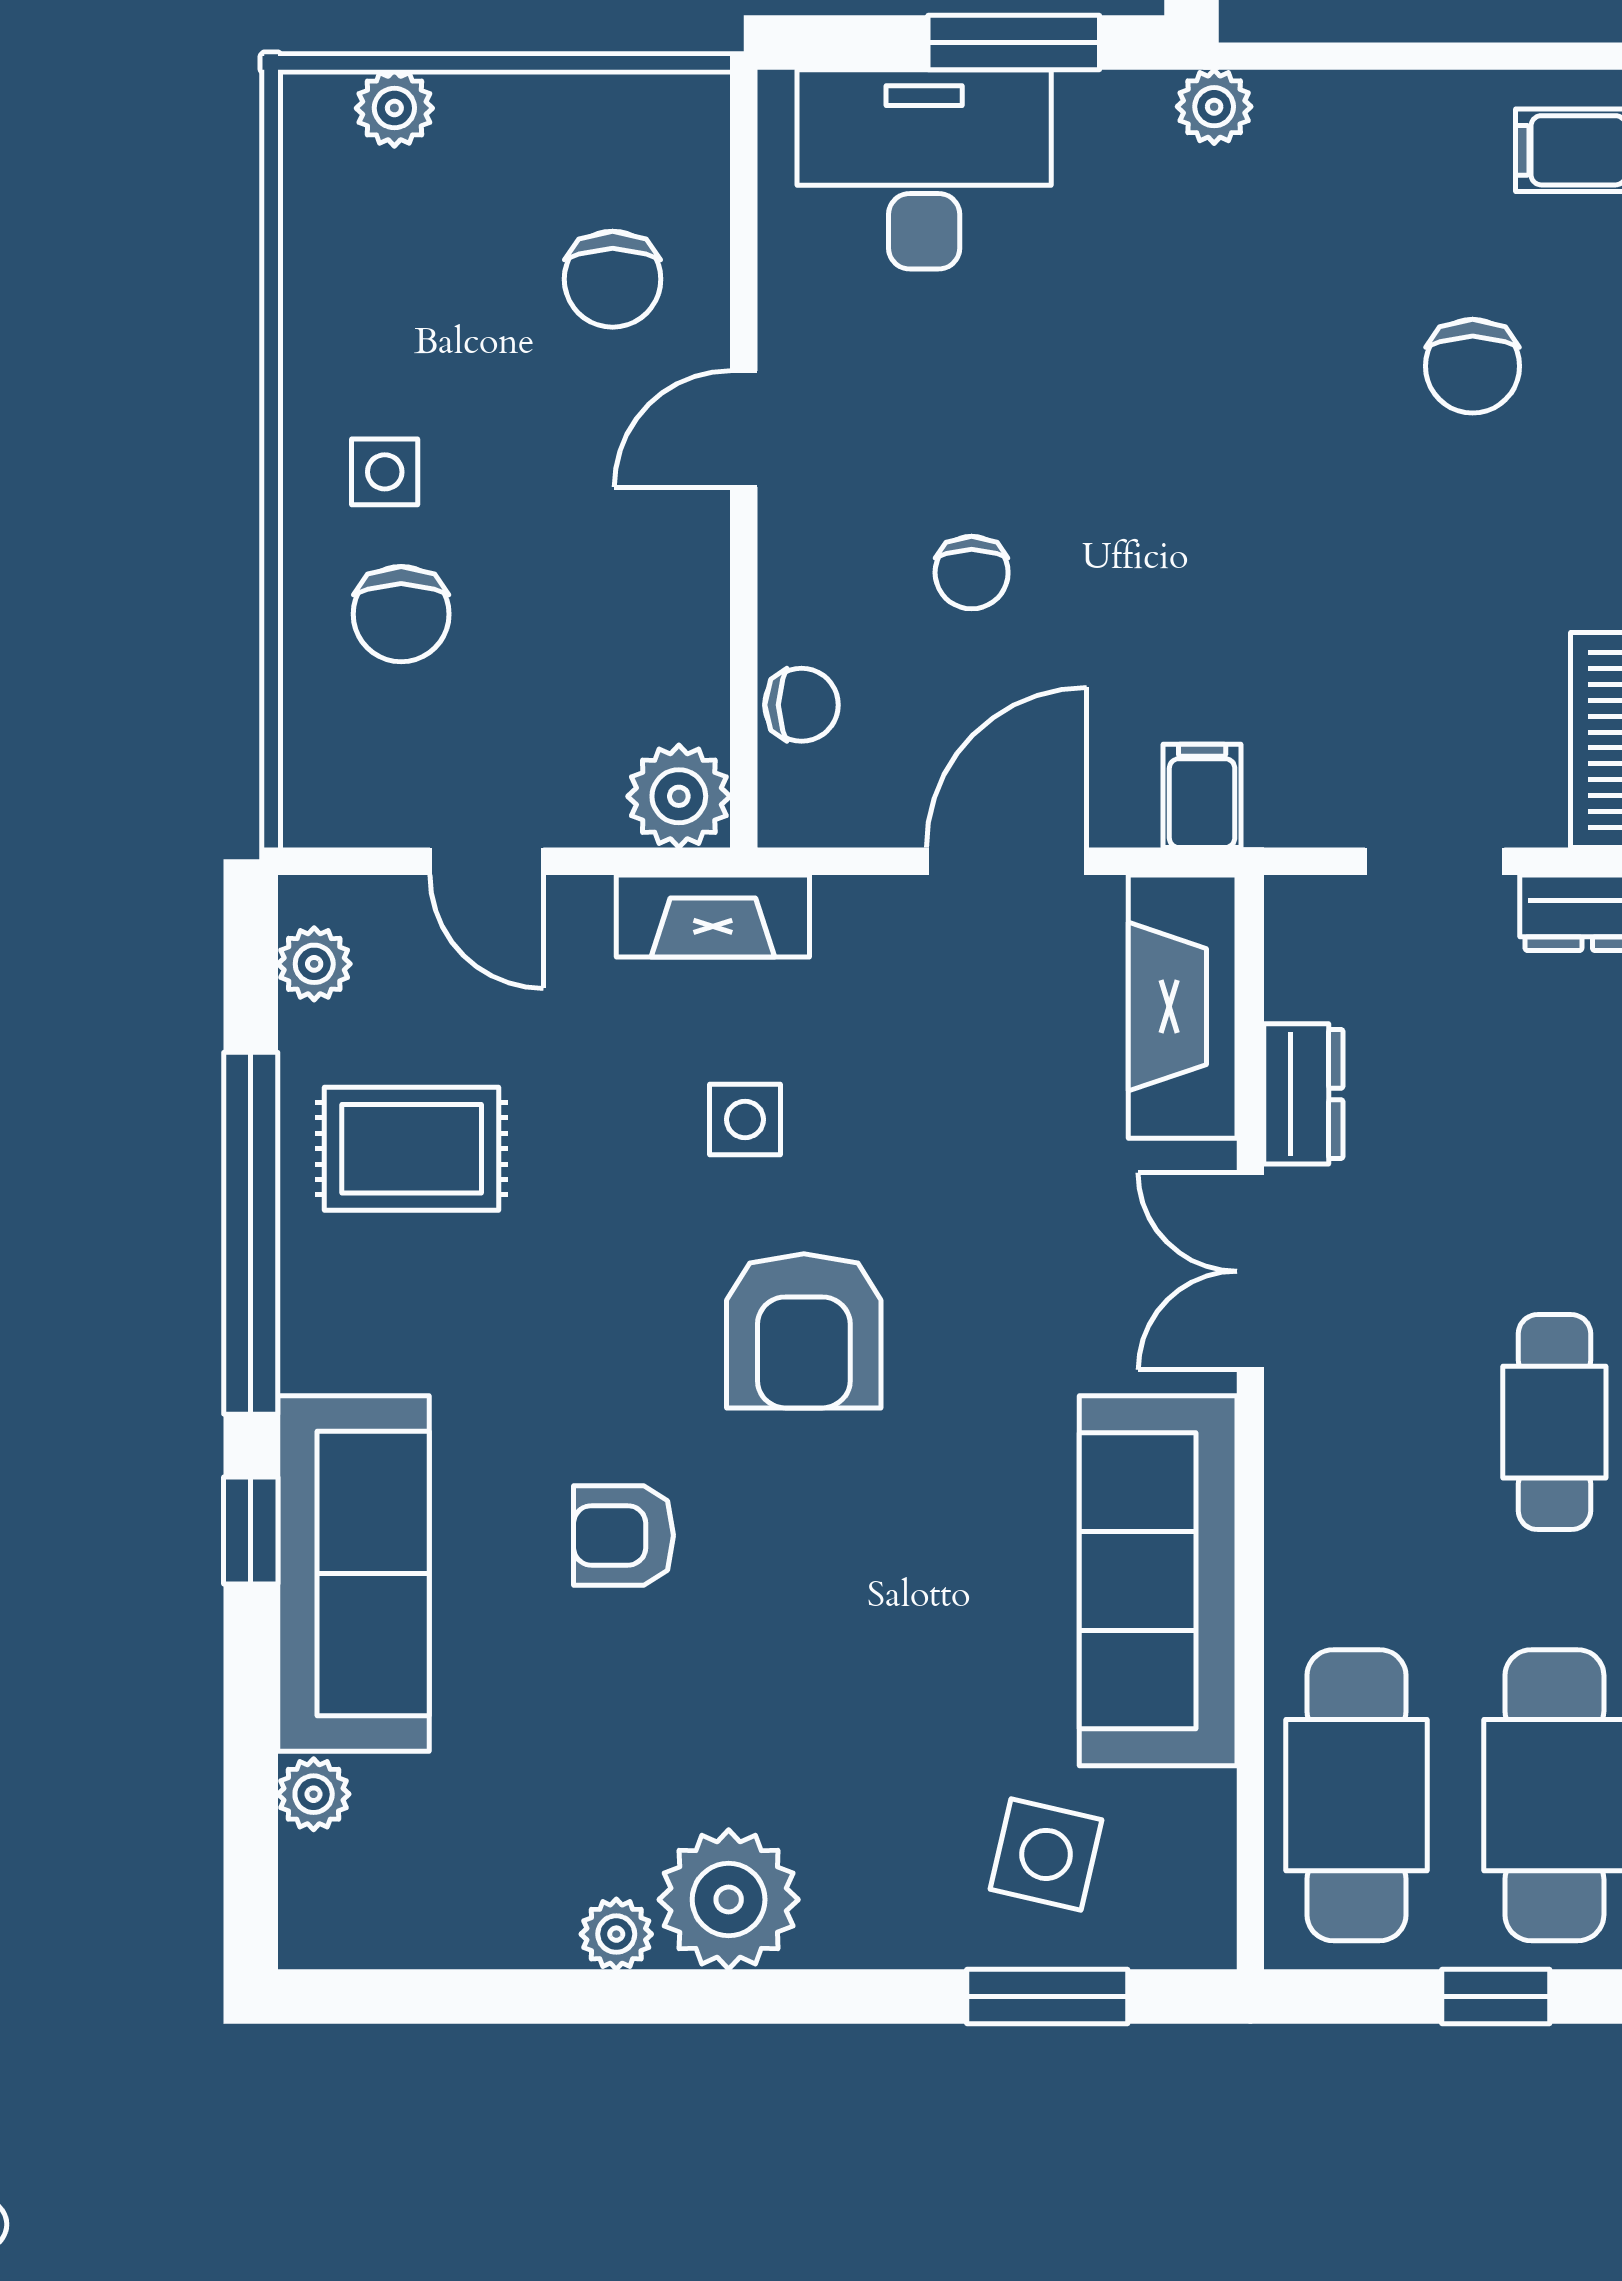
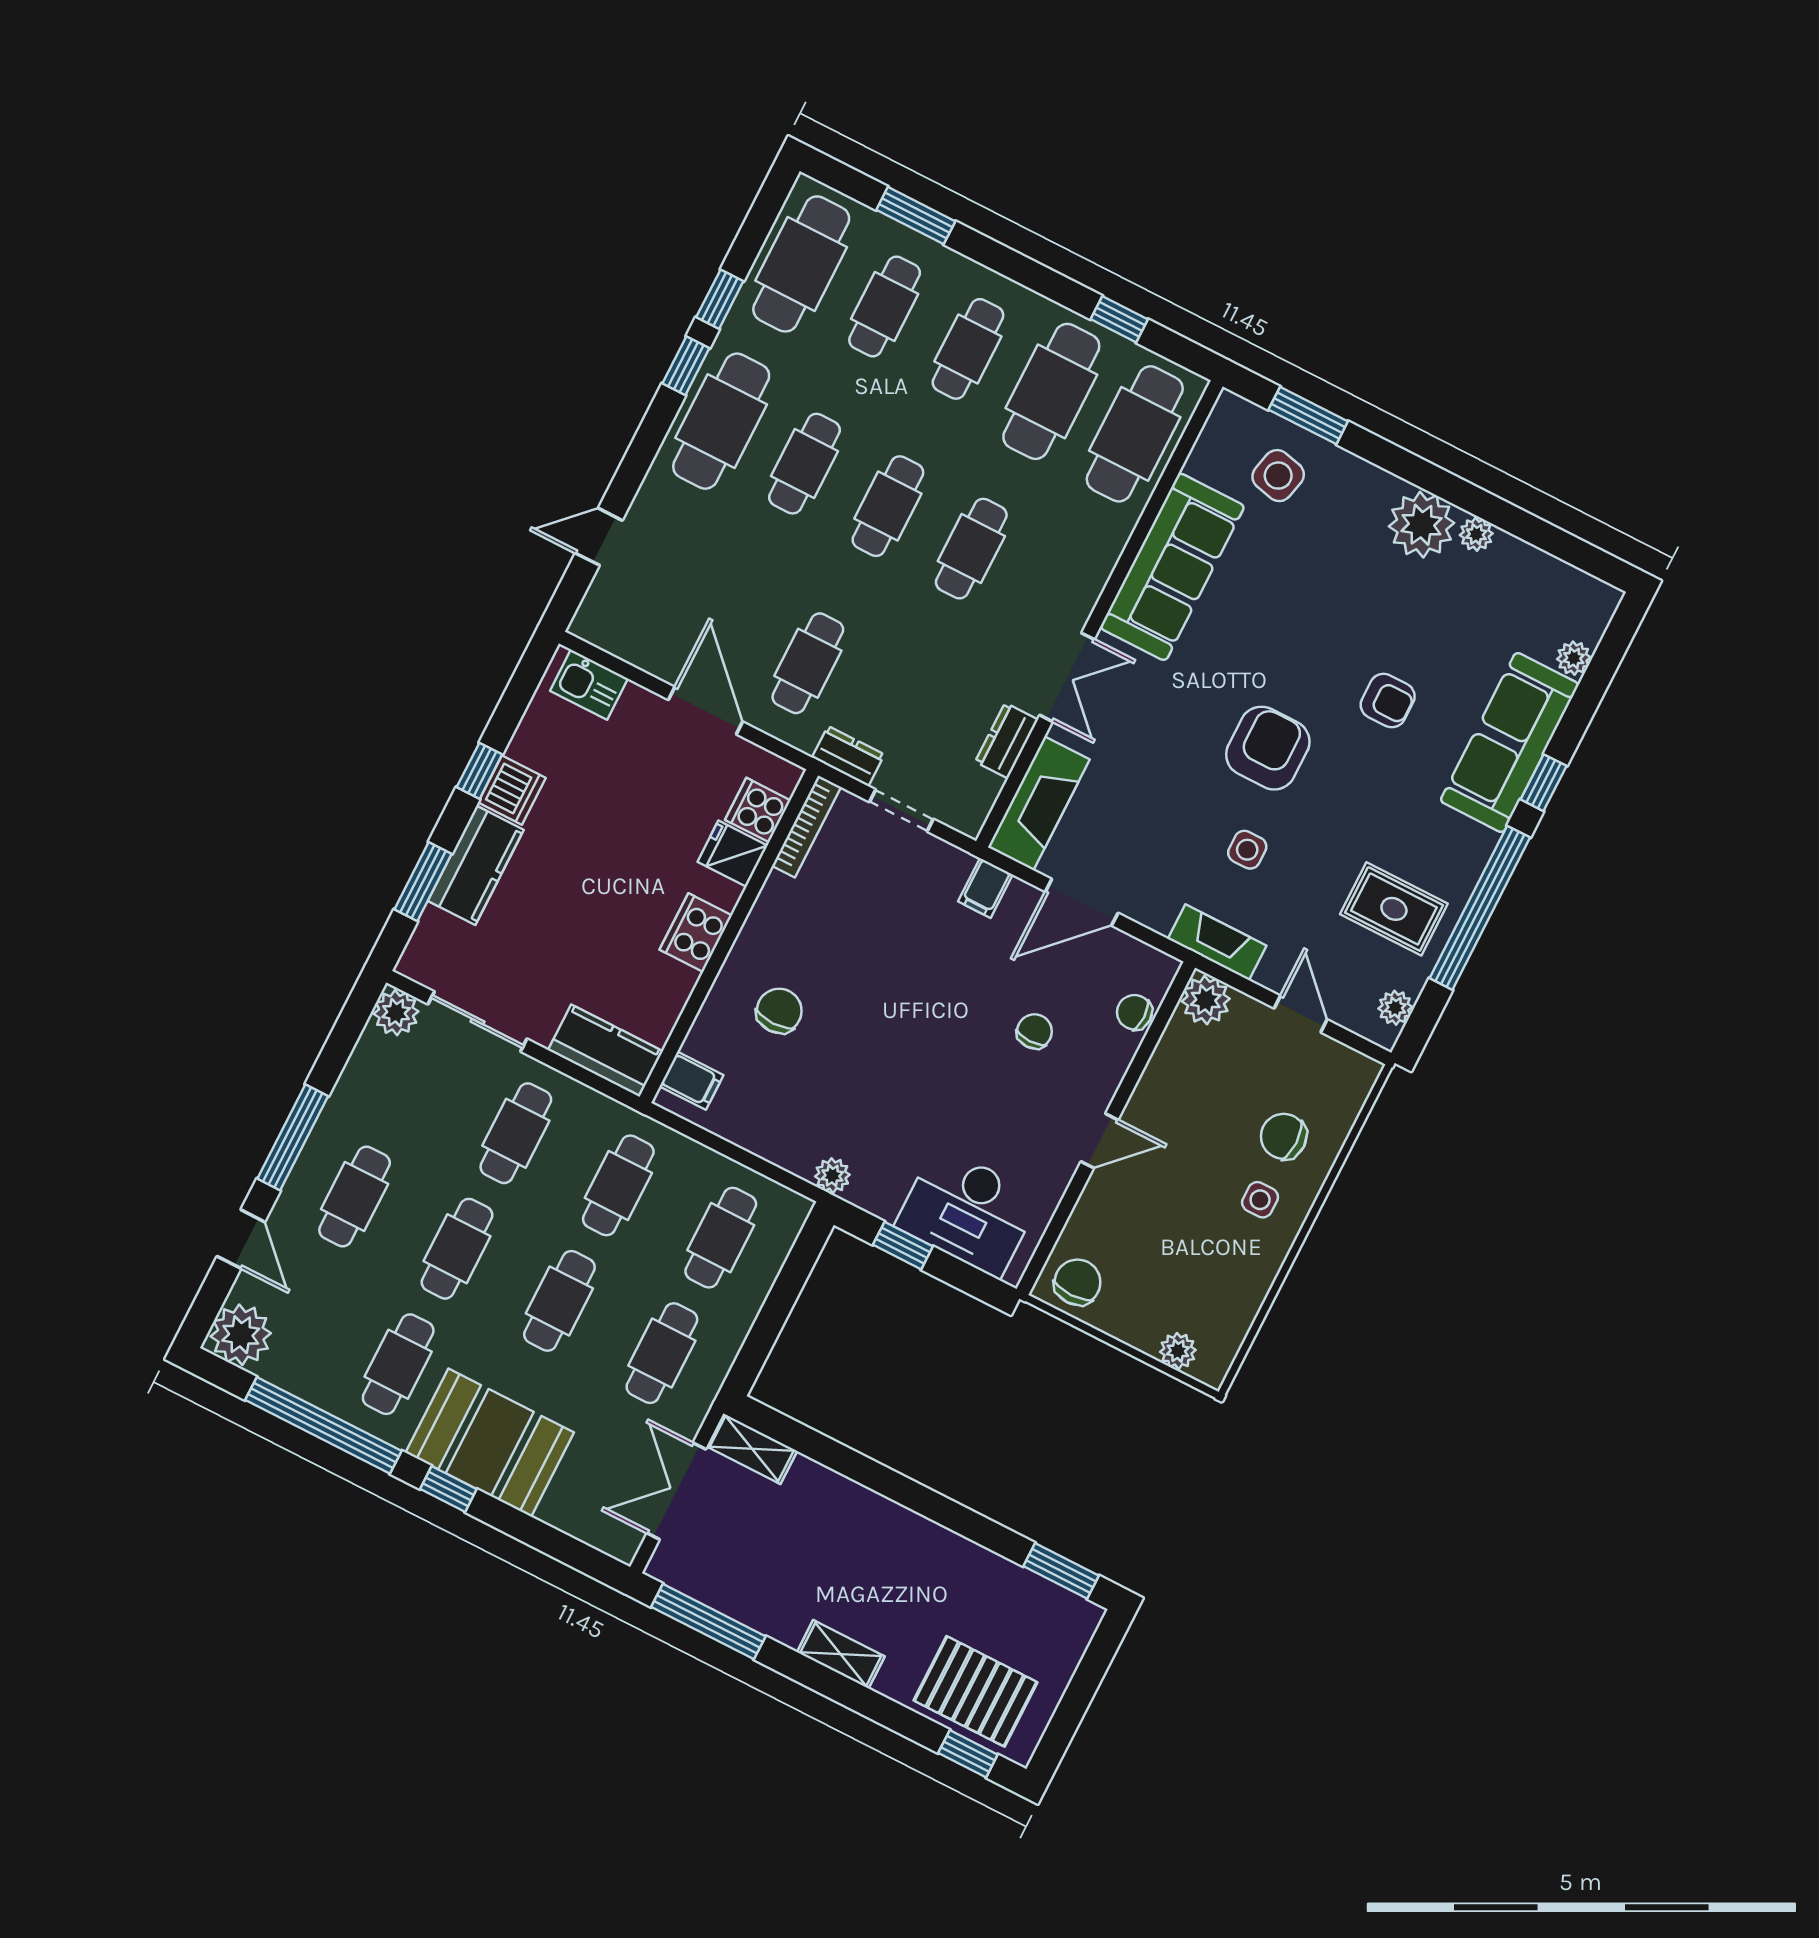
window: (1014, 43) -> (903, 1246), width x0.67
chair: (613, 279) -> (1077, 1282), moved
chair: (401, 614) -> (1284, 1136), turned -90

